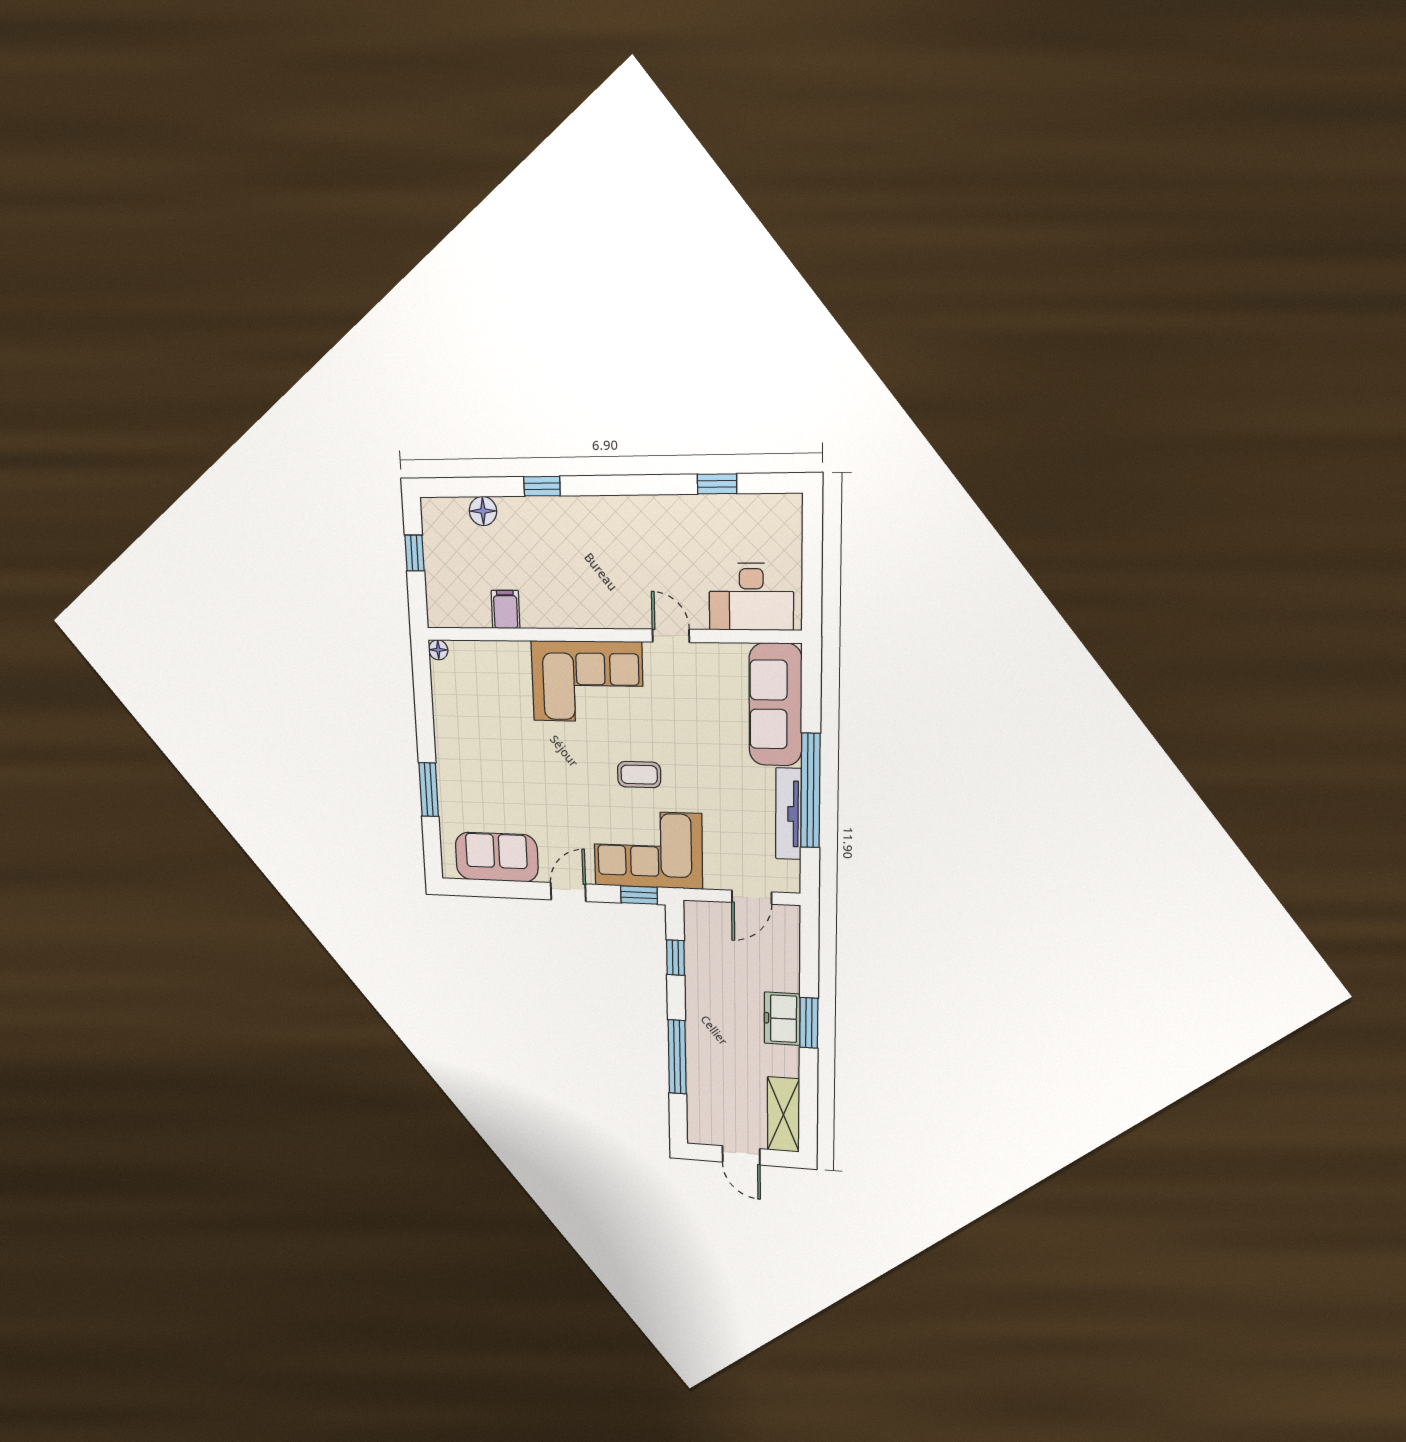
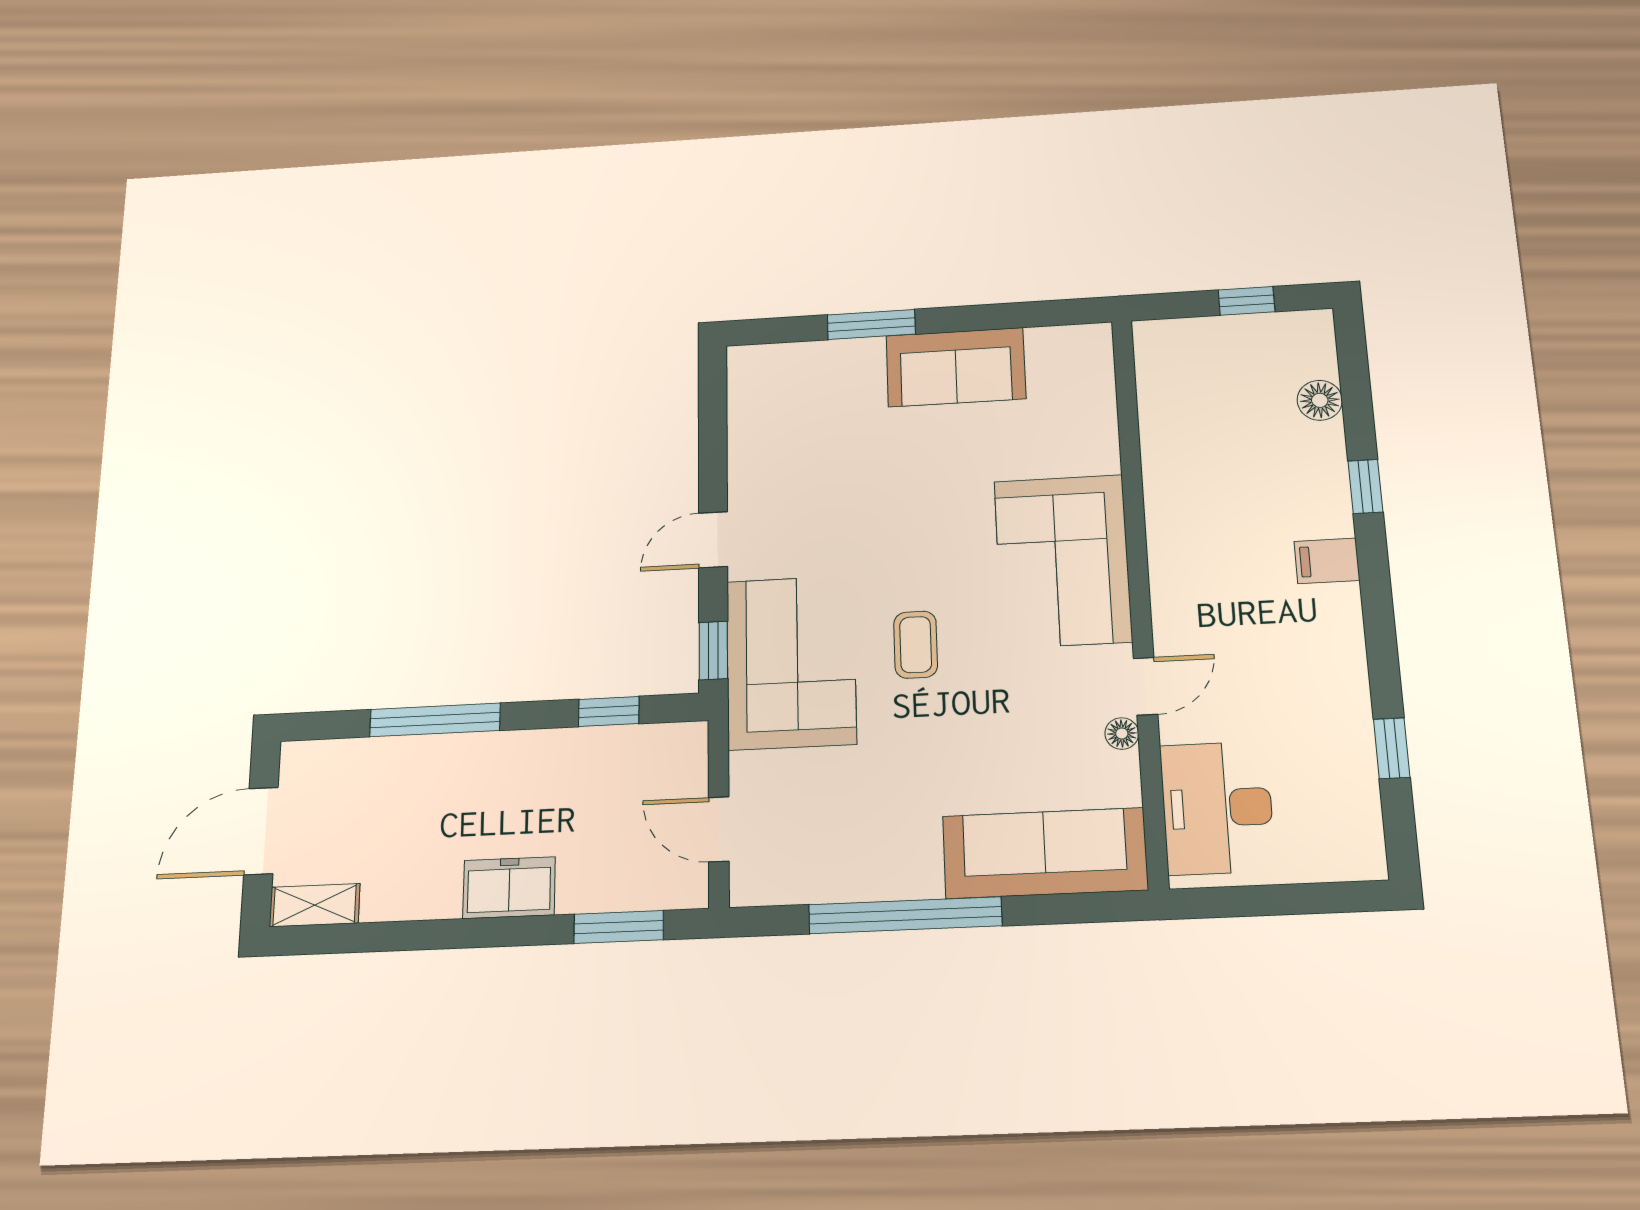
filing cabinet: (506, 609) -> (1327, 561), moved, turned 180
floor lamp: (438, 650) -> (1122, 734), moved
tv unit: (788, 814) -> (864, 882), removed
sofa: (497, 857) -> (956, 367), moved, turned 90
door: (568, 892) -> (713, 540), swing flipped
window: (809, 1023) -> (619, 927), moved
shelving: (783, 1115) -> (315, 905), width x0.67, depth x0.75
door: (741, 1155) -> (261, 831), width x1.38

